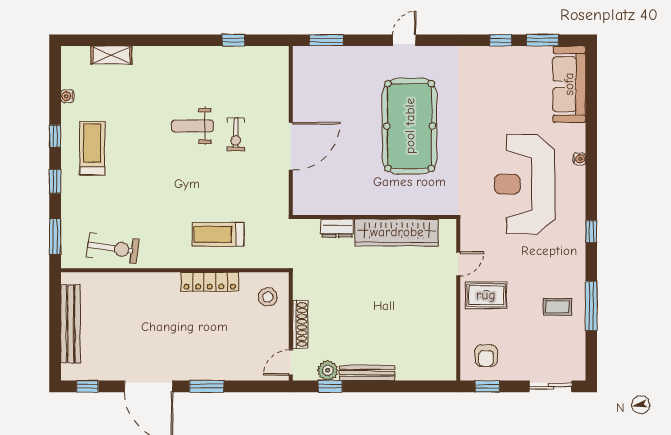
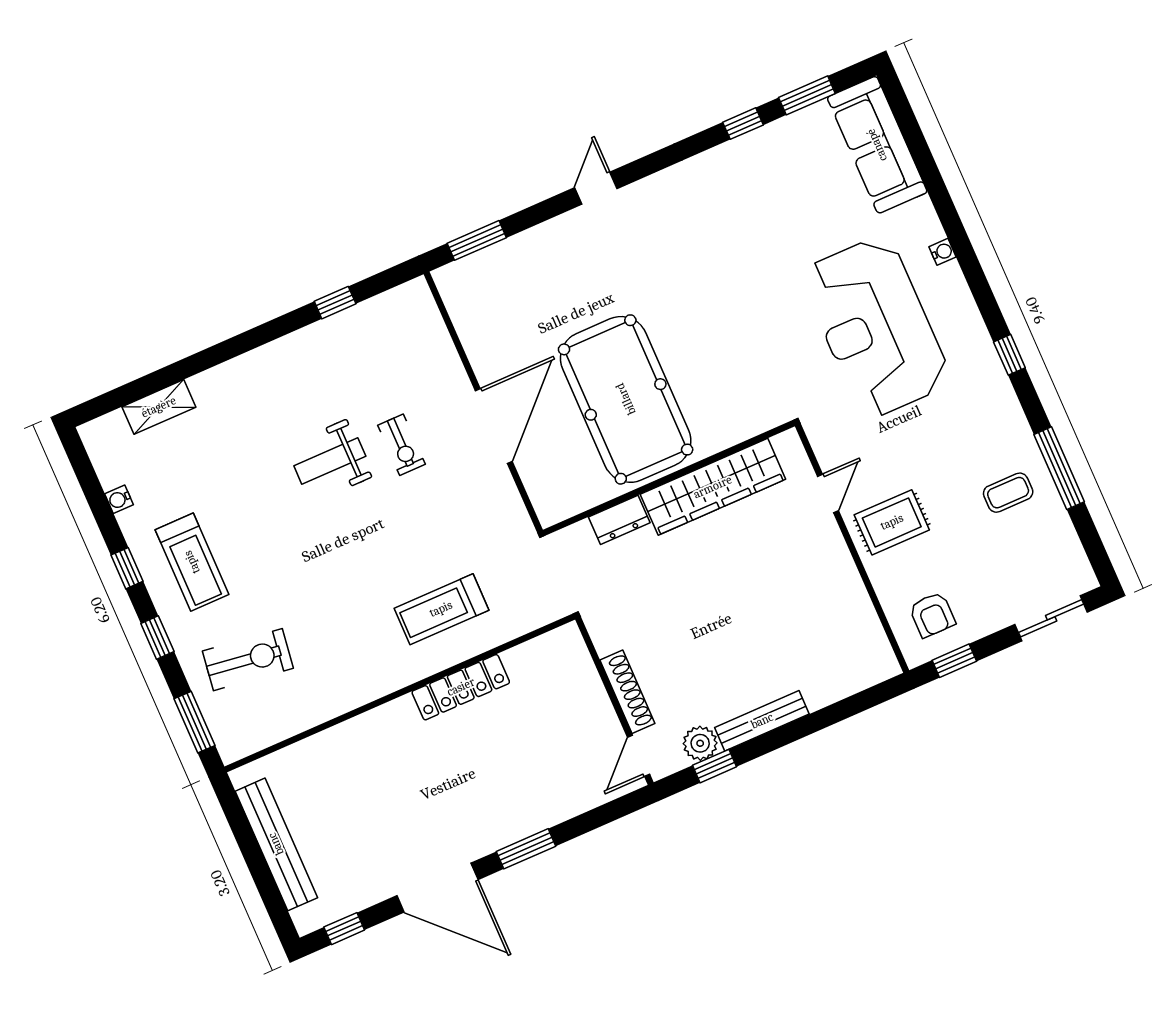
pool table: (410, 126) -> (626, 399), moved
treadmill: (92, 148) -> (192, 562), turned 180
exercise bike: (113, 248) -> (248, 660), moved
stool: (268, 297) -> (559, 671), removed

